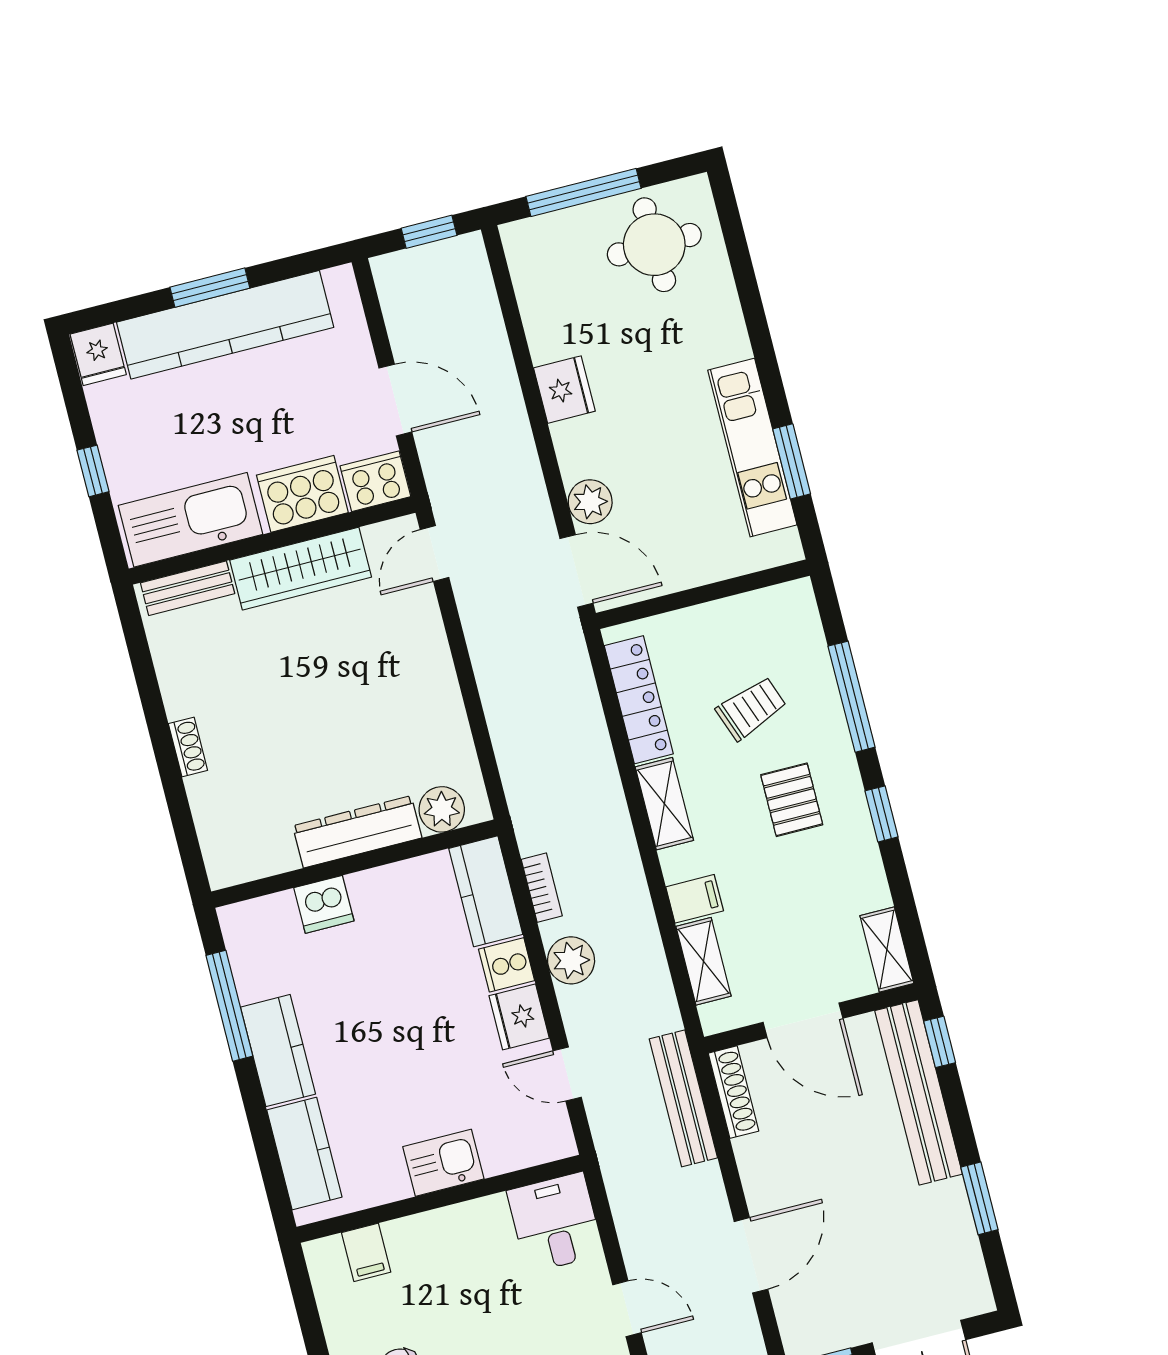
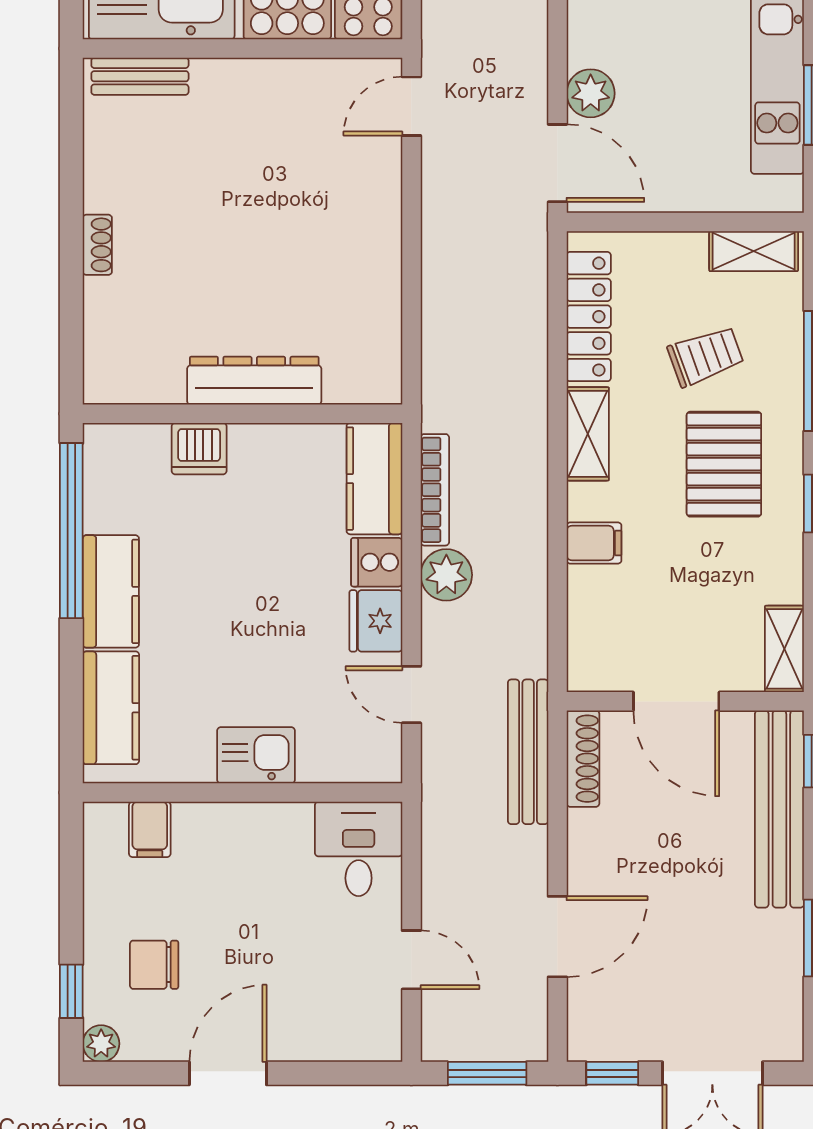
wardrobe: (301, 569) -> (265, 86), removed
pallet: (792, 800) -> (724, 464), width x1.50, depth x1.42
plant: (442, 809) -> (350, 380), removed
bookcase: (542, 888) -> (435, 490), width x1.56
shelving: (703, 961) -> (754, 251), moved, turned 90
window: (229, 1006) -> (71, 531), width x1.46

